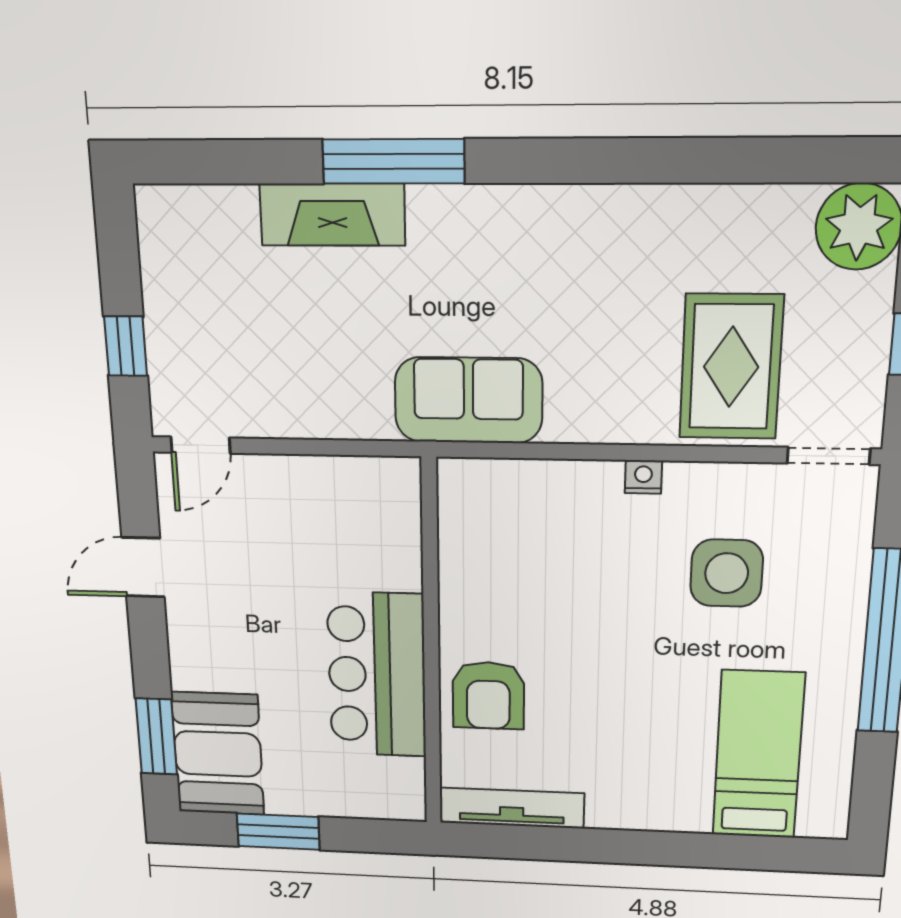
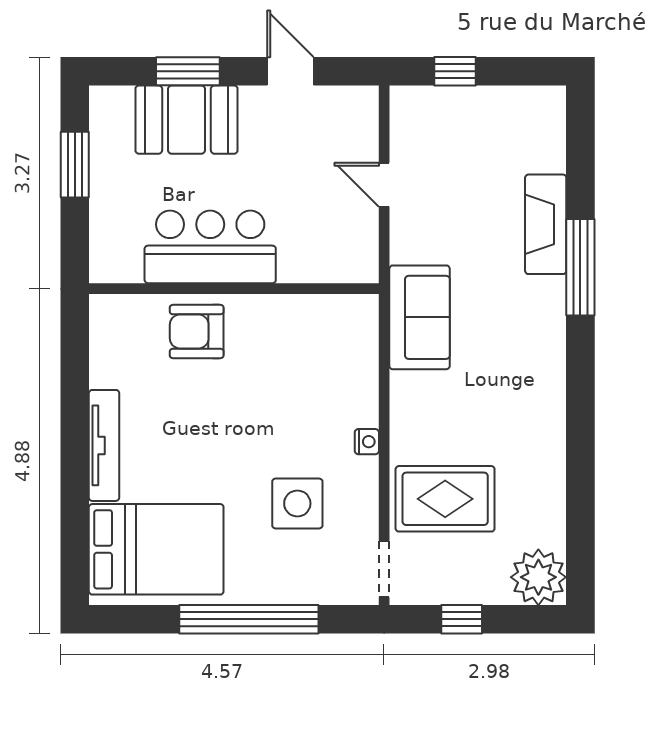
door: (201, 445) -> (384, 185), moved
window: (156, 737) -> (188, 71), moved
booth: (218, 754) -> (187, 120), moved
bed: (758, 755) -> (156, 549), width x1.50
tv unit: (512, 808) -> (104, 445), moved

